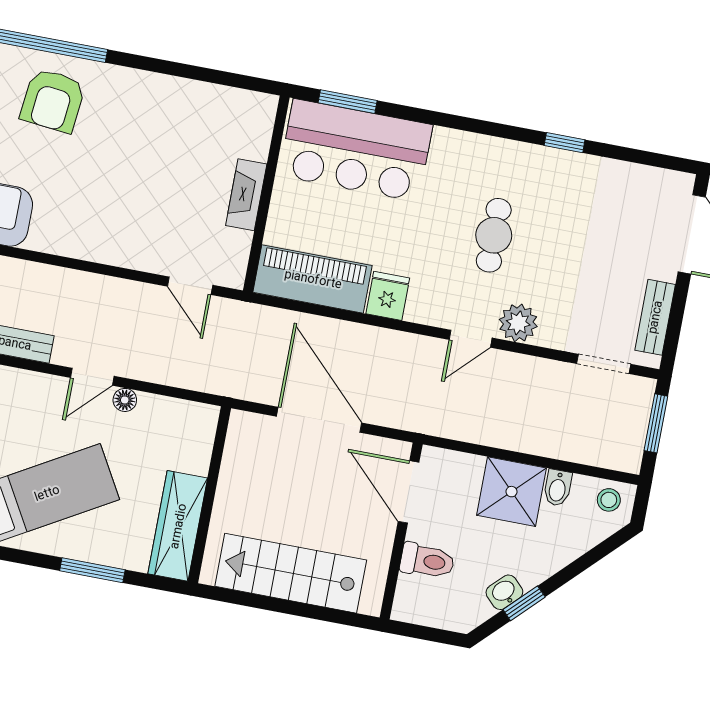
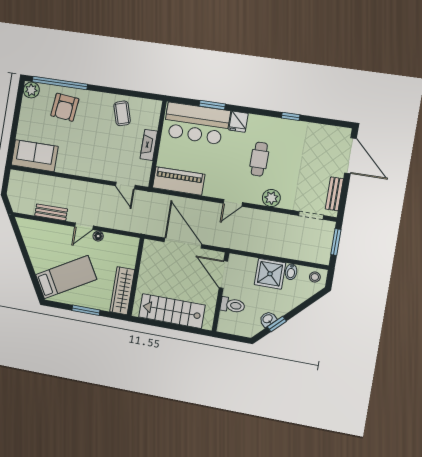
window: (348, 102) -> (212, 105), moved
coffee table: (186, 120) -> (122, 113), added
fridge: (388, 296) -> (238, 122), moved, turned 180
door: (471, 339) -> (233, 203), moved

